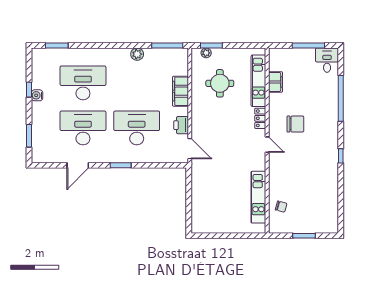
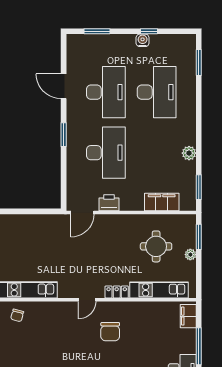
window: (167, 45) -> (199, 187), width x0.69
plant: (206, 53) -> (190, 255), moved
filing cabinet: (276, 82) -> (188, 316), moved, turned 90
filing cabinet: (180, 91) -> (162, 202), moved

